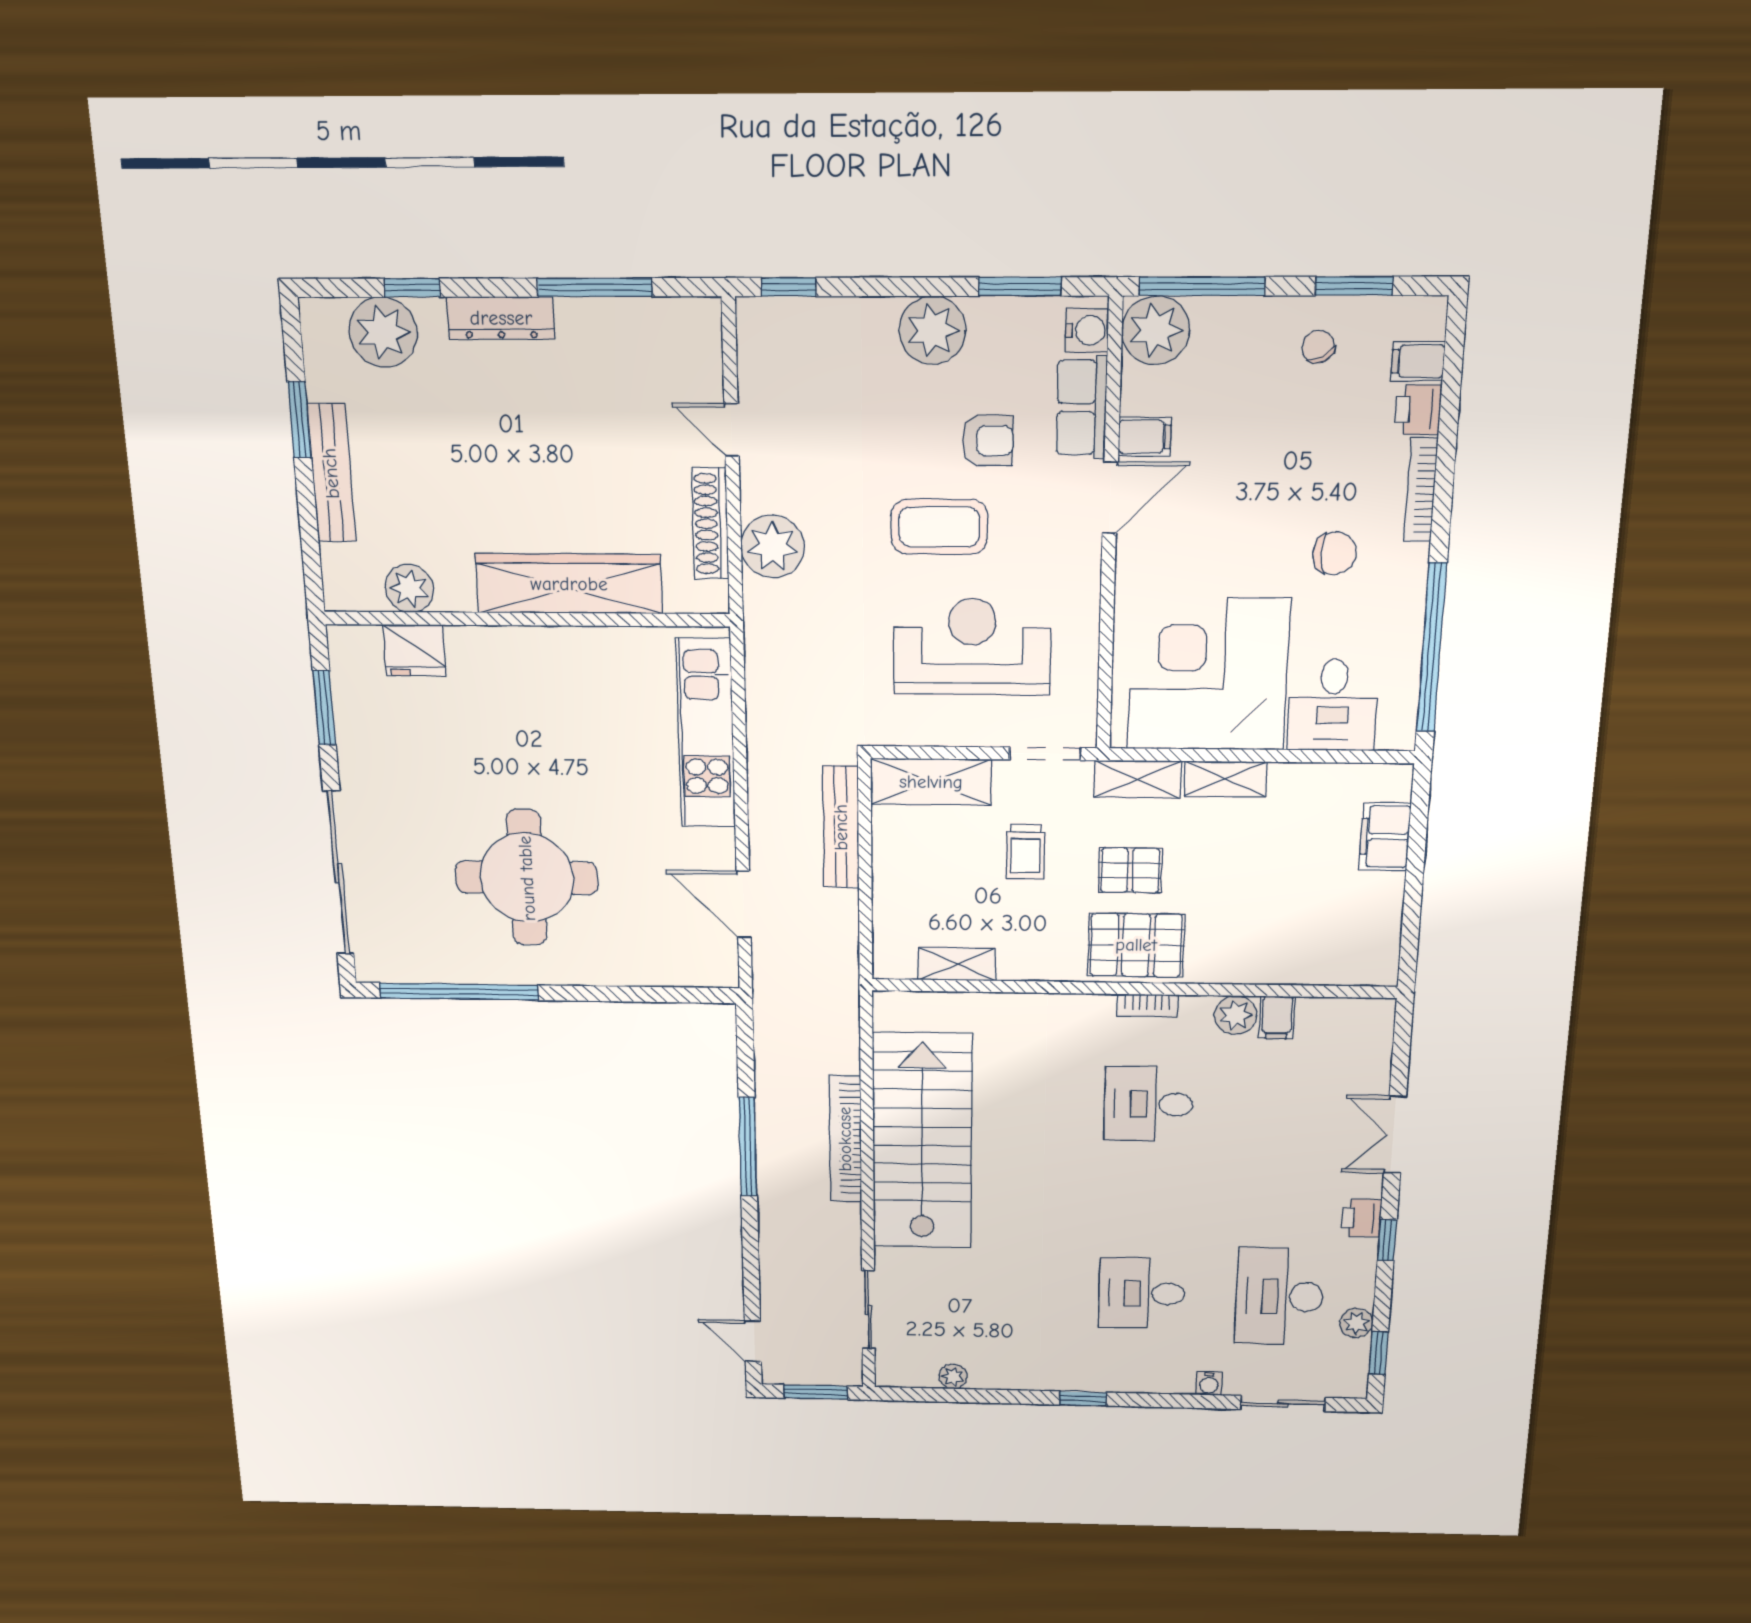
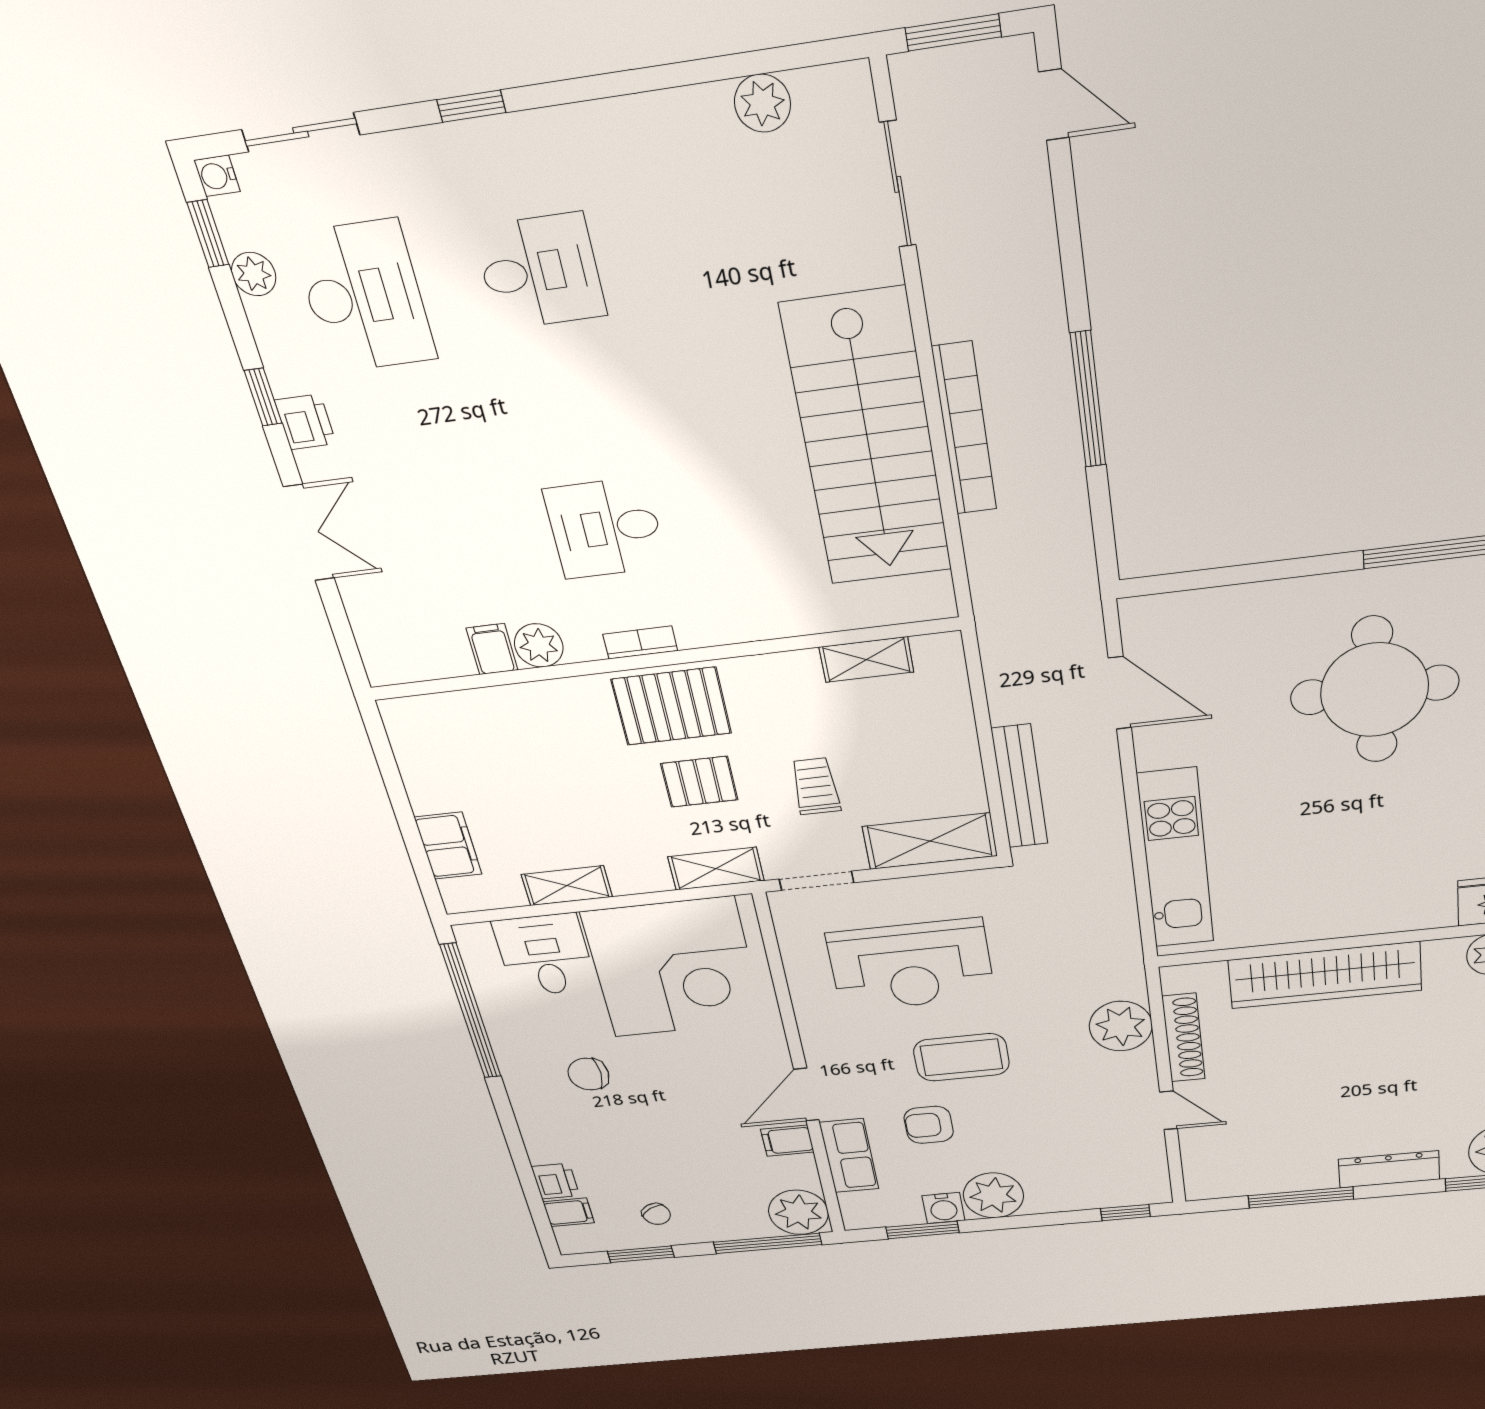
water cooler: (1087, 330) -> (943, 1208), moved, turned -90
bookcase: (1421, 490) -> (530, 1127), removed
shelving: (1225, 779) -> (567, 886), moved
desk: (1149, 1104) -> (605, 528), turned 180
plant: (953, 1376) -> (762, 103), width x1.38, depth x1.38
water cooler: (1209, 1384) -> (217, 176), moved, turned -90
window: (1083, 1399) -> (471, 106), moved

